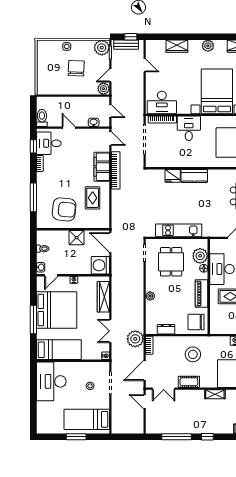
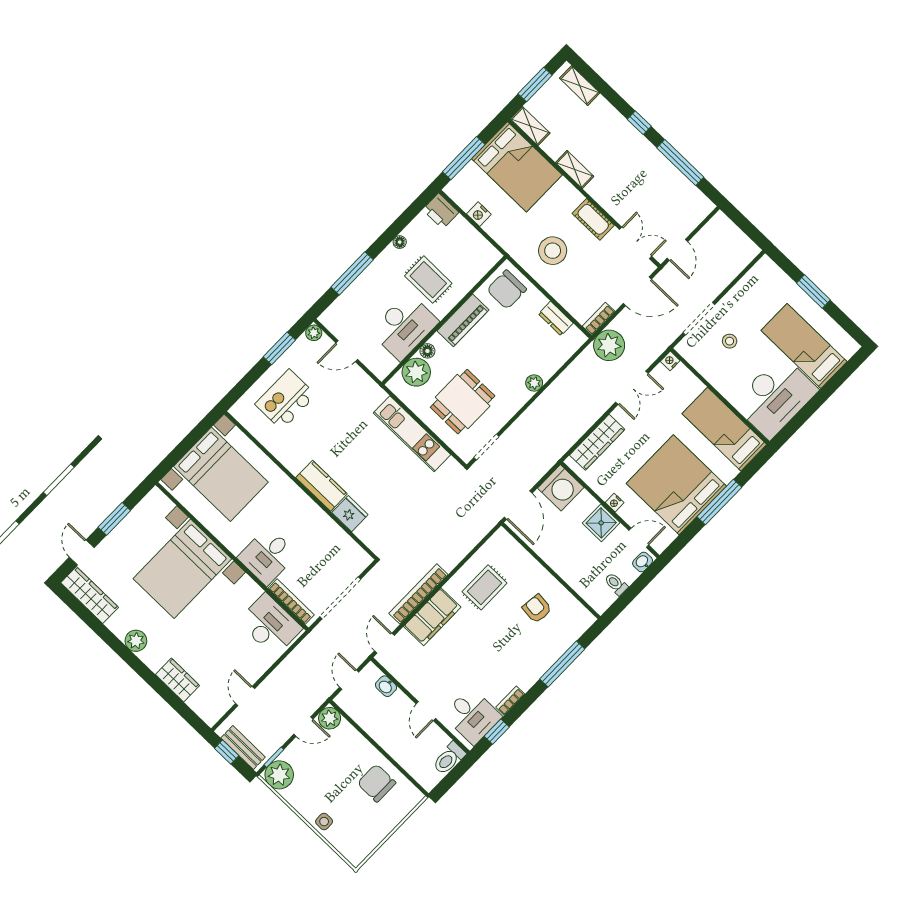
chair: (76, 68) -> (377, 783), moved, turned 88
armchair: (64, 209) -> (537, 609), width x0.53, depth x0.53
shower: (77, 238) -> (601, 523), moved
chair: (196, 322) -> (507, 290), turned 90
bed: (87, 419) -> (804, 346), moved, turned 180

